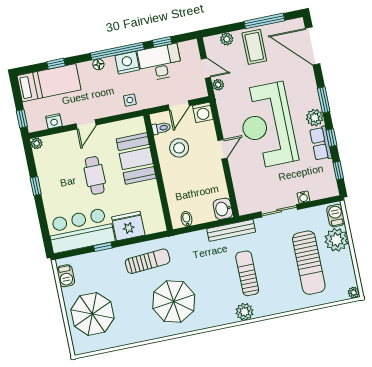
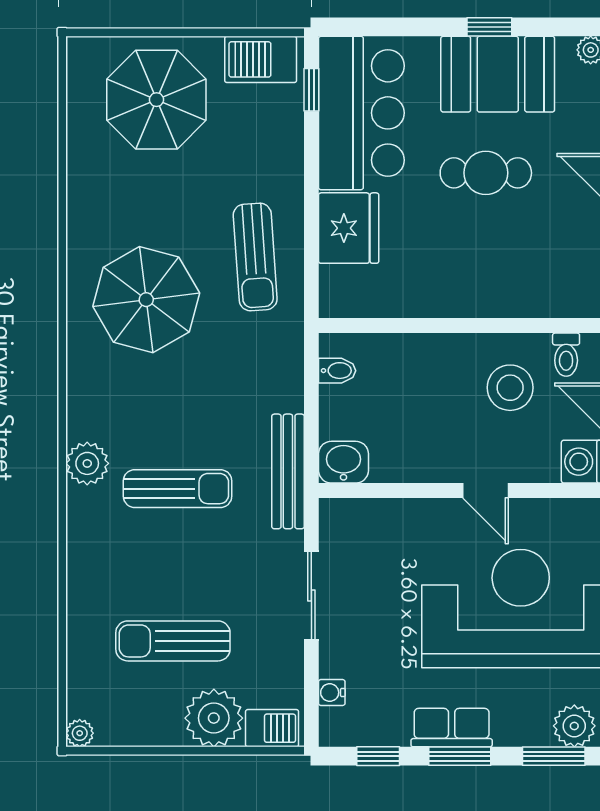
plant: (315, 118) -> (574, 726), moved
window: (331, 138) -> (460, 756), width x1.50
booth: (136, 159) -> (498, 74), moved
water cooler: (303, 197) -> (332, 693), moved
window: (103, 247) -> (311, 90), moved
sun lounger: (309, 263) -> (173, 641), width x0.73, depth x0.75
barbecue: (66, 276) -> (261, 59), width x1.38, depth x1.27

